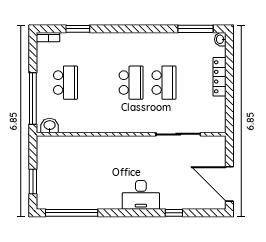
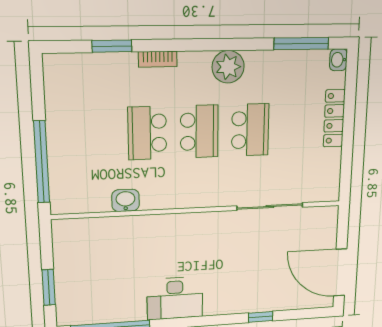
bookcase: (48, 37) -> (158, 59), moved
plant: (149, 42) -> (228, 67), added
school desk: (65, 83) -> (147, 133), moved, turned 180
washbasin: (50, 125) -> (126, 200), moved
desk: (141, 195) -> (175, 298), moved

